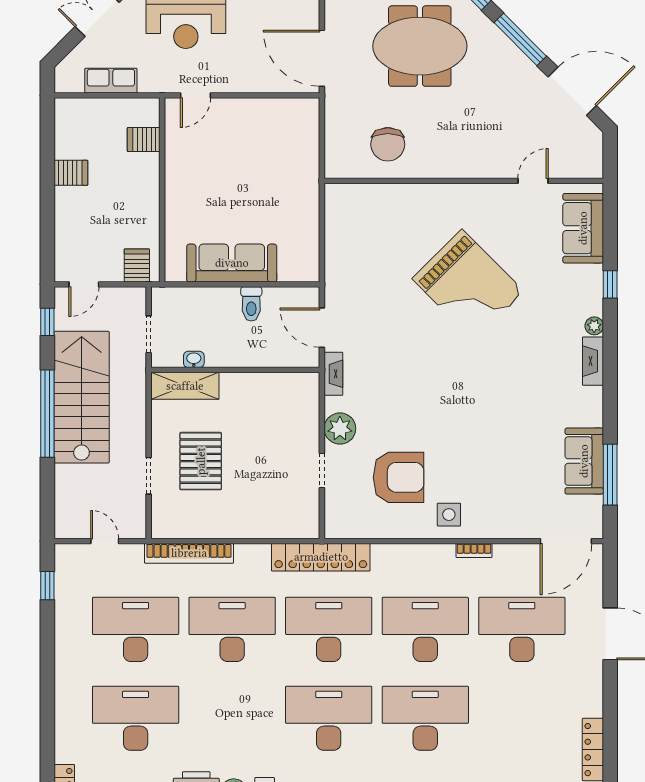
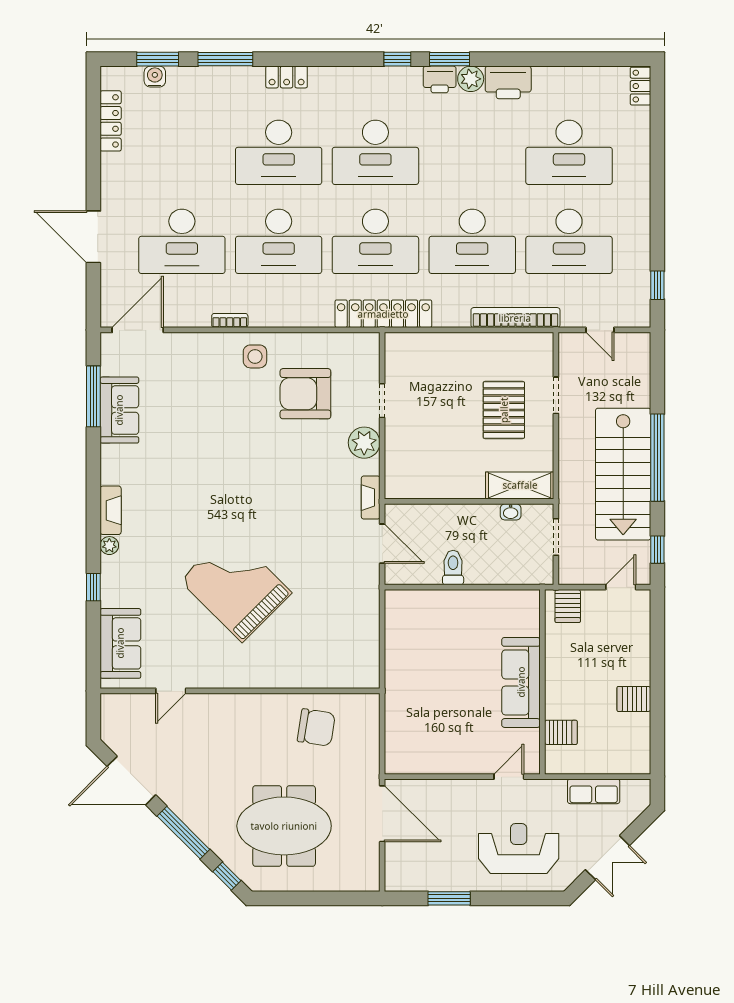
chair: (388, 144) -> (316, 727), turned 99
sofa: (232, 263) -> (521, 682), moved, turned 90

